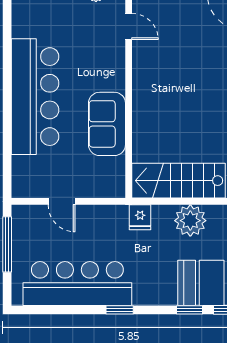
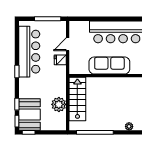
sofa: (107, 124) -> (109, 65), width x1.36
fridge: (140, 217) -> (60, 60), moved

